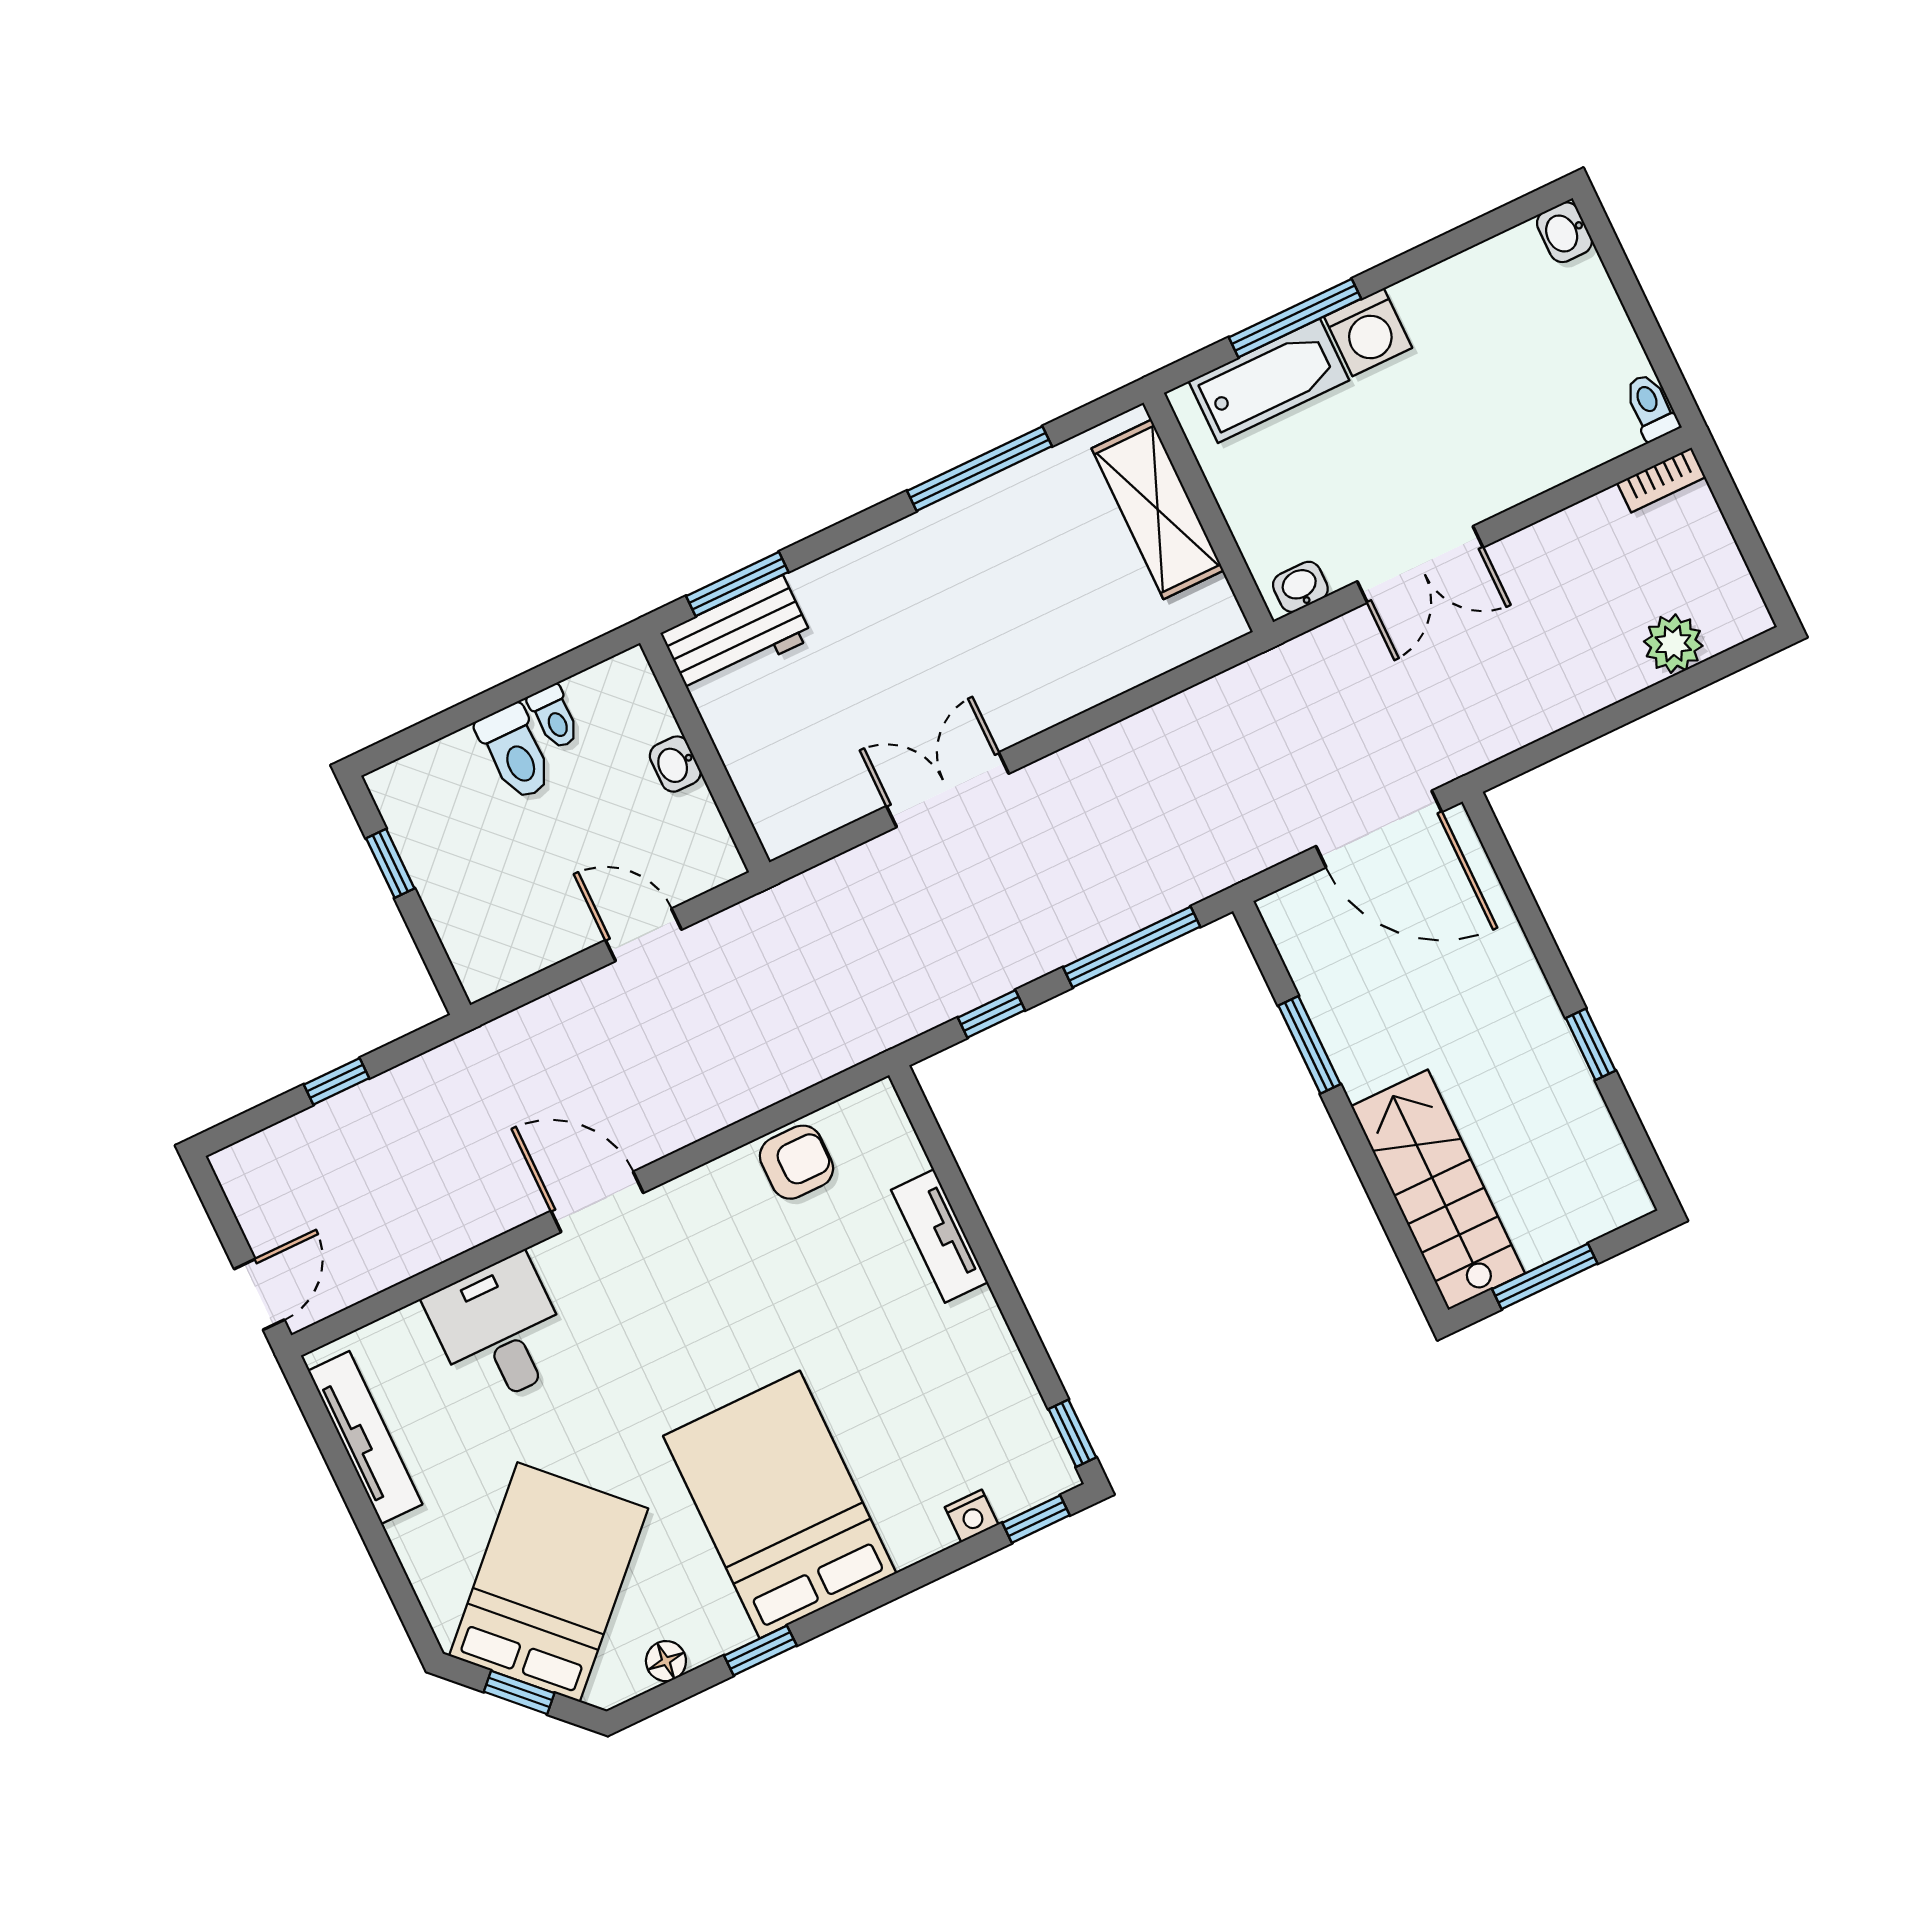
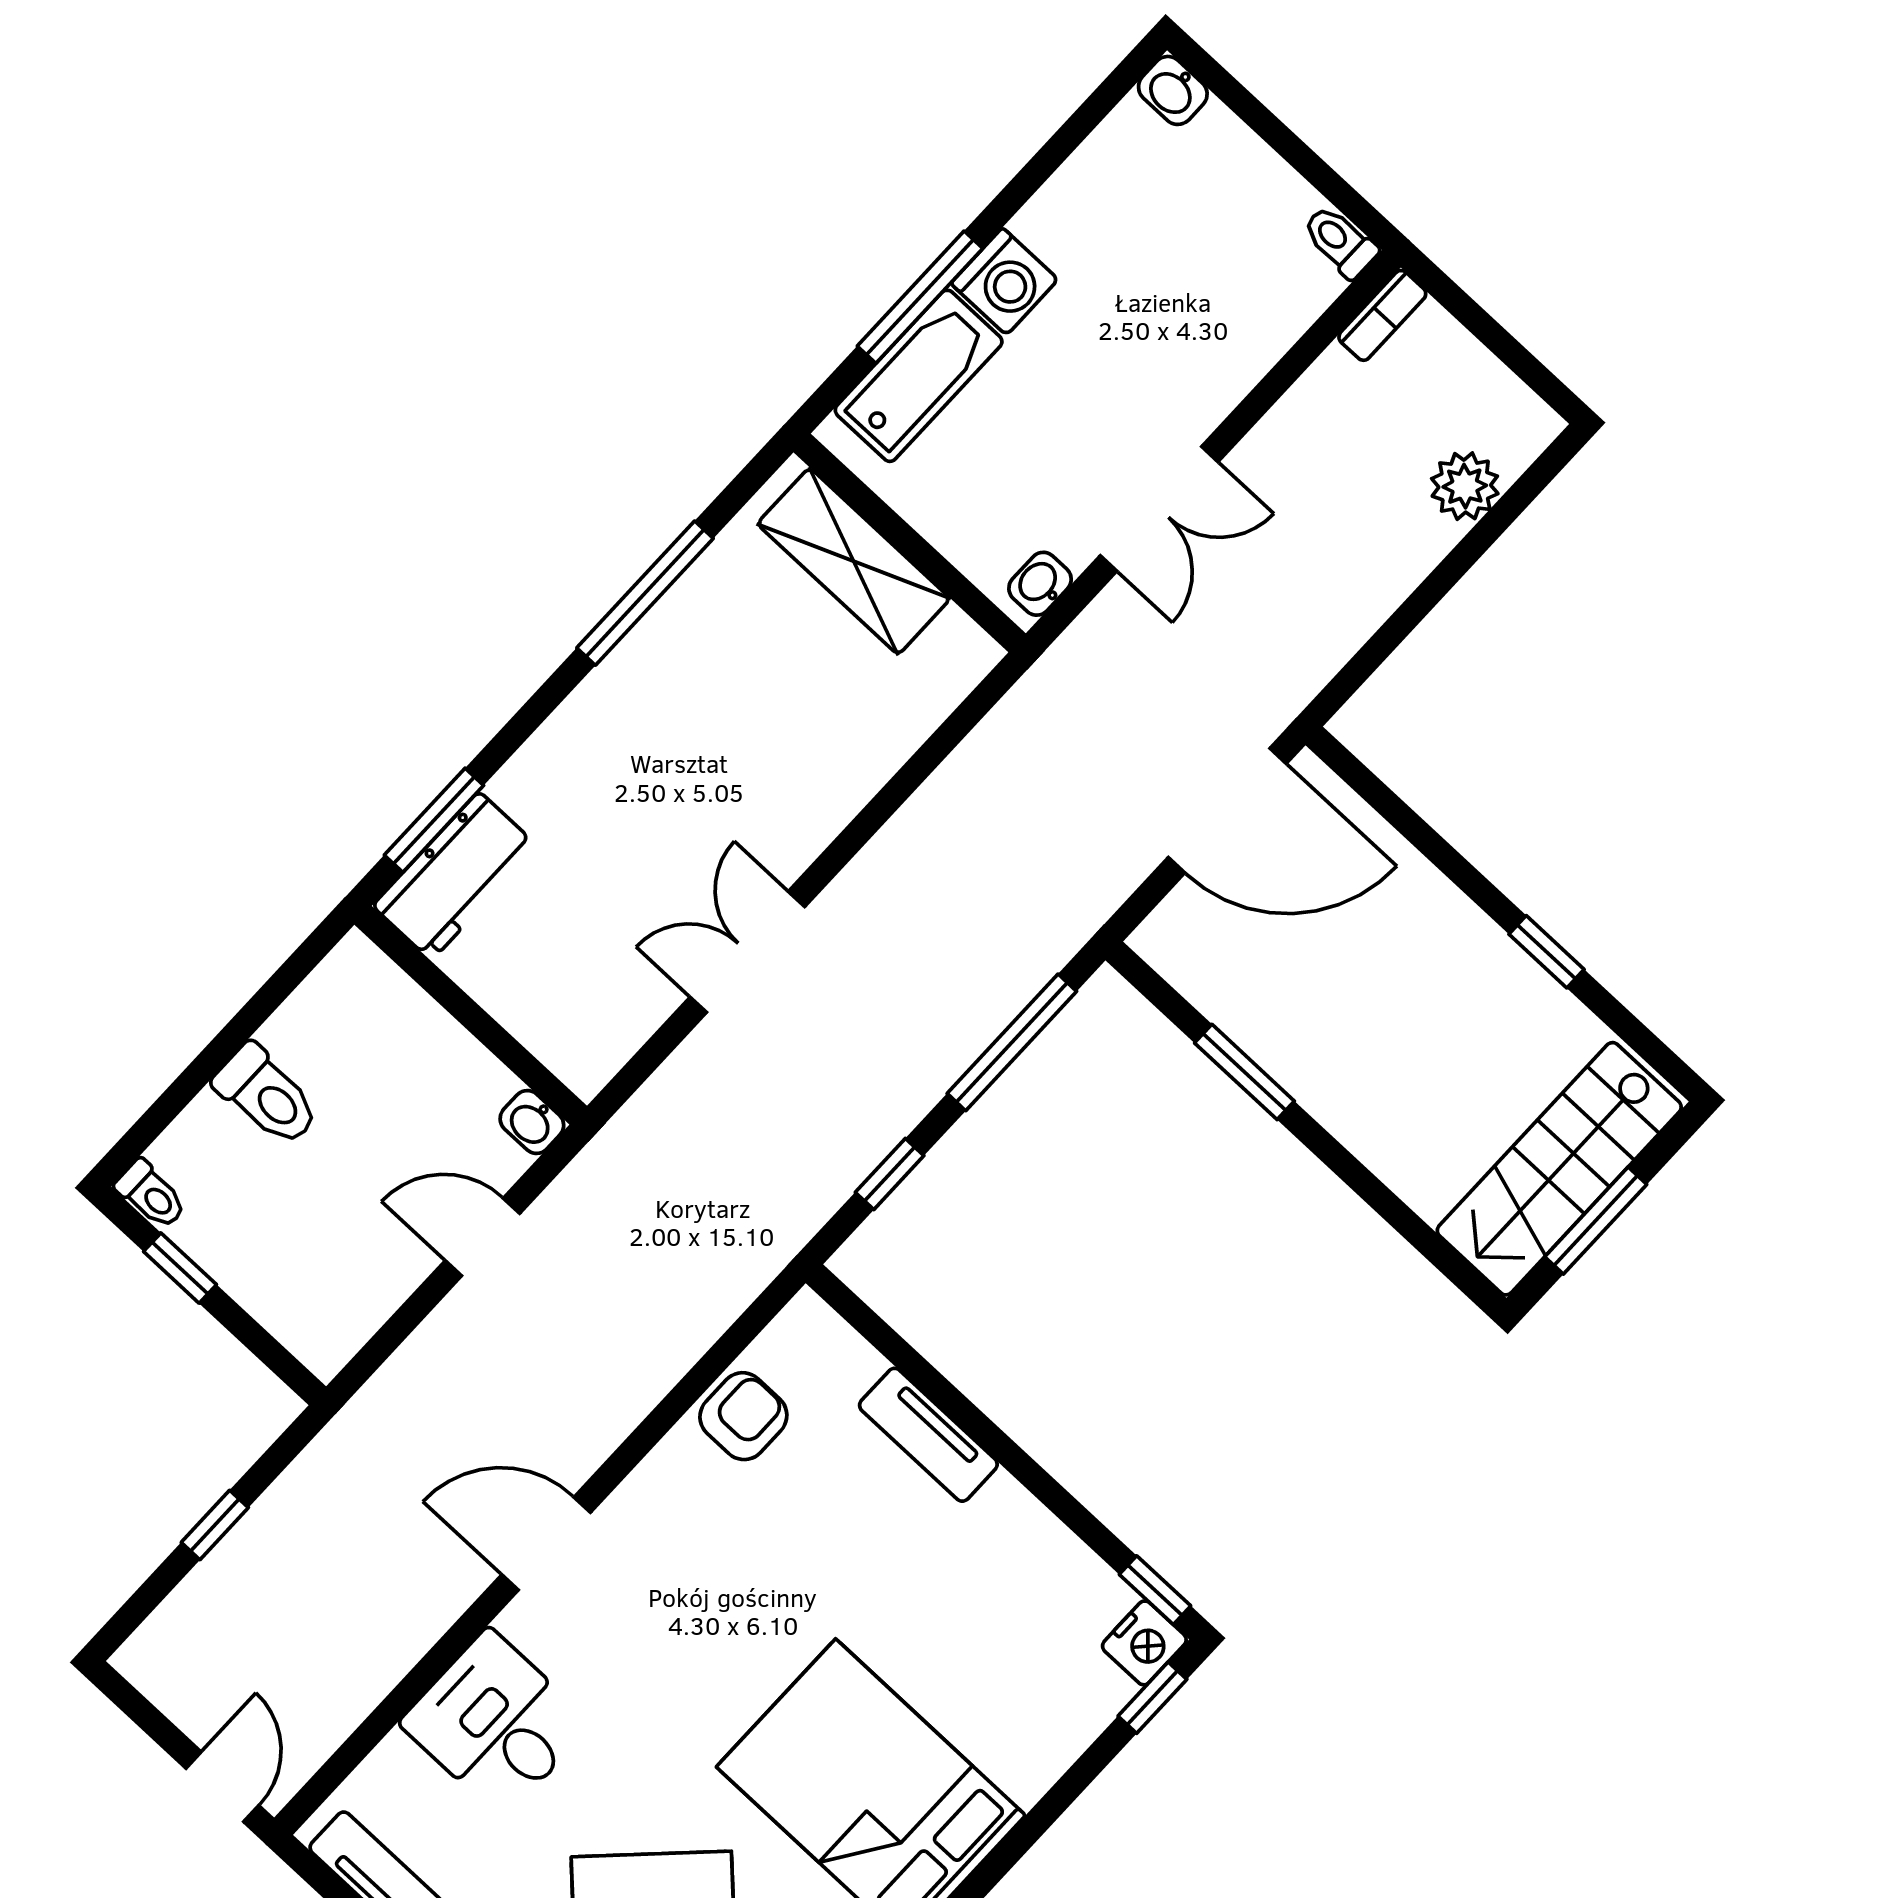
toilet: (554, 717) -> (151, 1195), moved
washbasin: (675, 764) -> (532, 1122), moved
stairs: (1438, 1190) -> (1559, 1169), moved, turned -90
nightstand: (972, 1516) -> (1144, 1643), moved, width x1.39, depth x1.35

